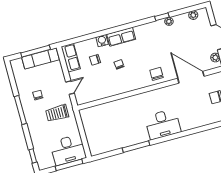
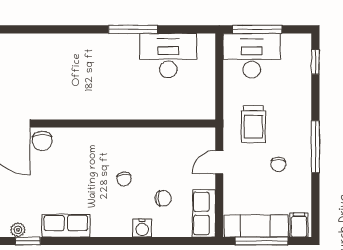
row of seats: (121, 37) -> (66, 226), moved
filing cabinet: (18, 65) -> (299, 225), added
chair: (156, 74) -> (42, 141), moved
trolley: (57, 113) -> (253, 124), turned 90
desk: (163, 124) -> (168, 56), moved

